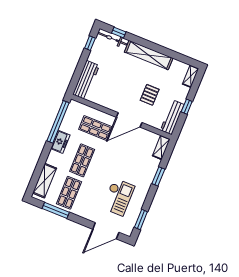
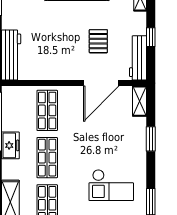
door: (129, 120) -> (101, 83), moved
shop shelf: (95, 128) -> (47, 110), turned 90
checkout: (118, 197) -> (111, 185), turned 90

